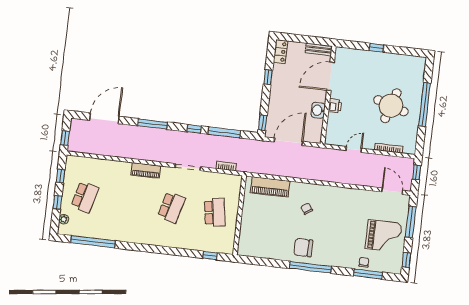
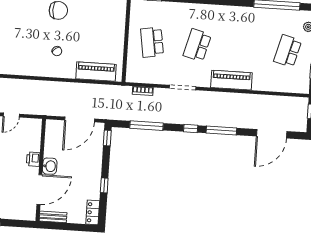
washbasin: (318, 110) -> (50, 166), moved
window: (194, 129) -> (191, 128), moved
piano: (146, 170) -> (231, 80), width x1.37, depth x1.33

